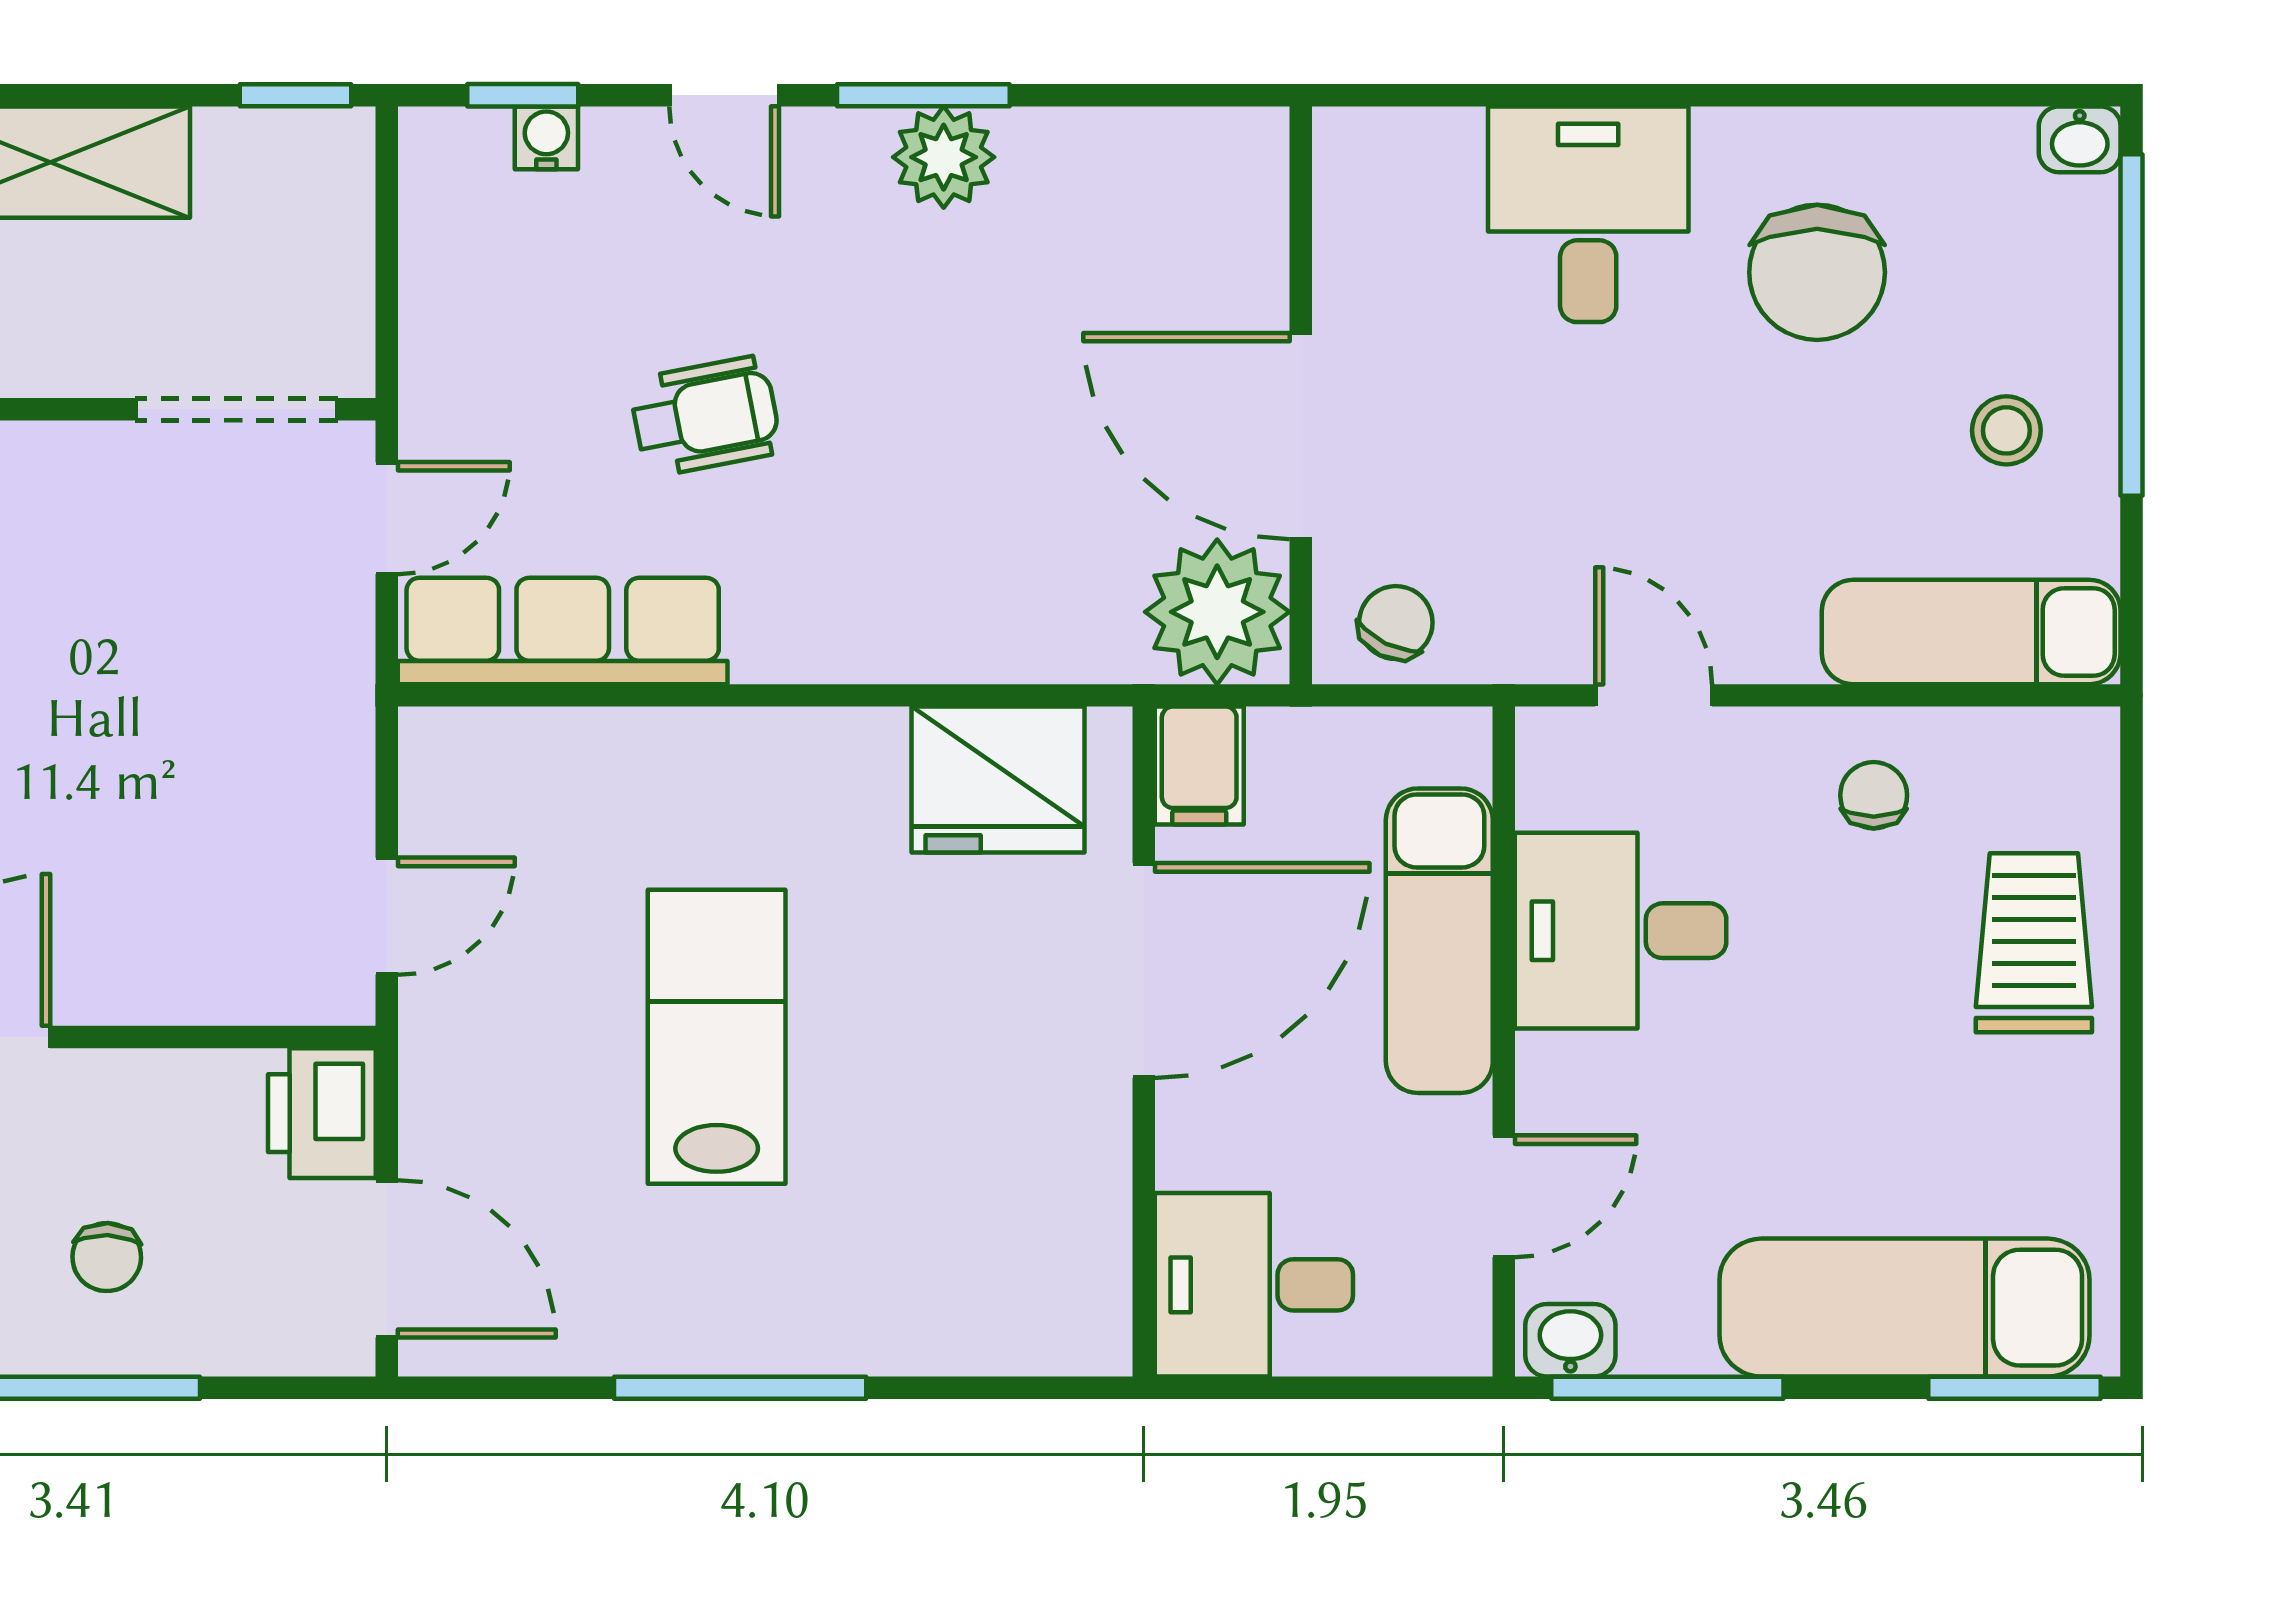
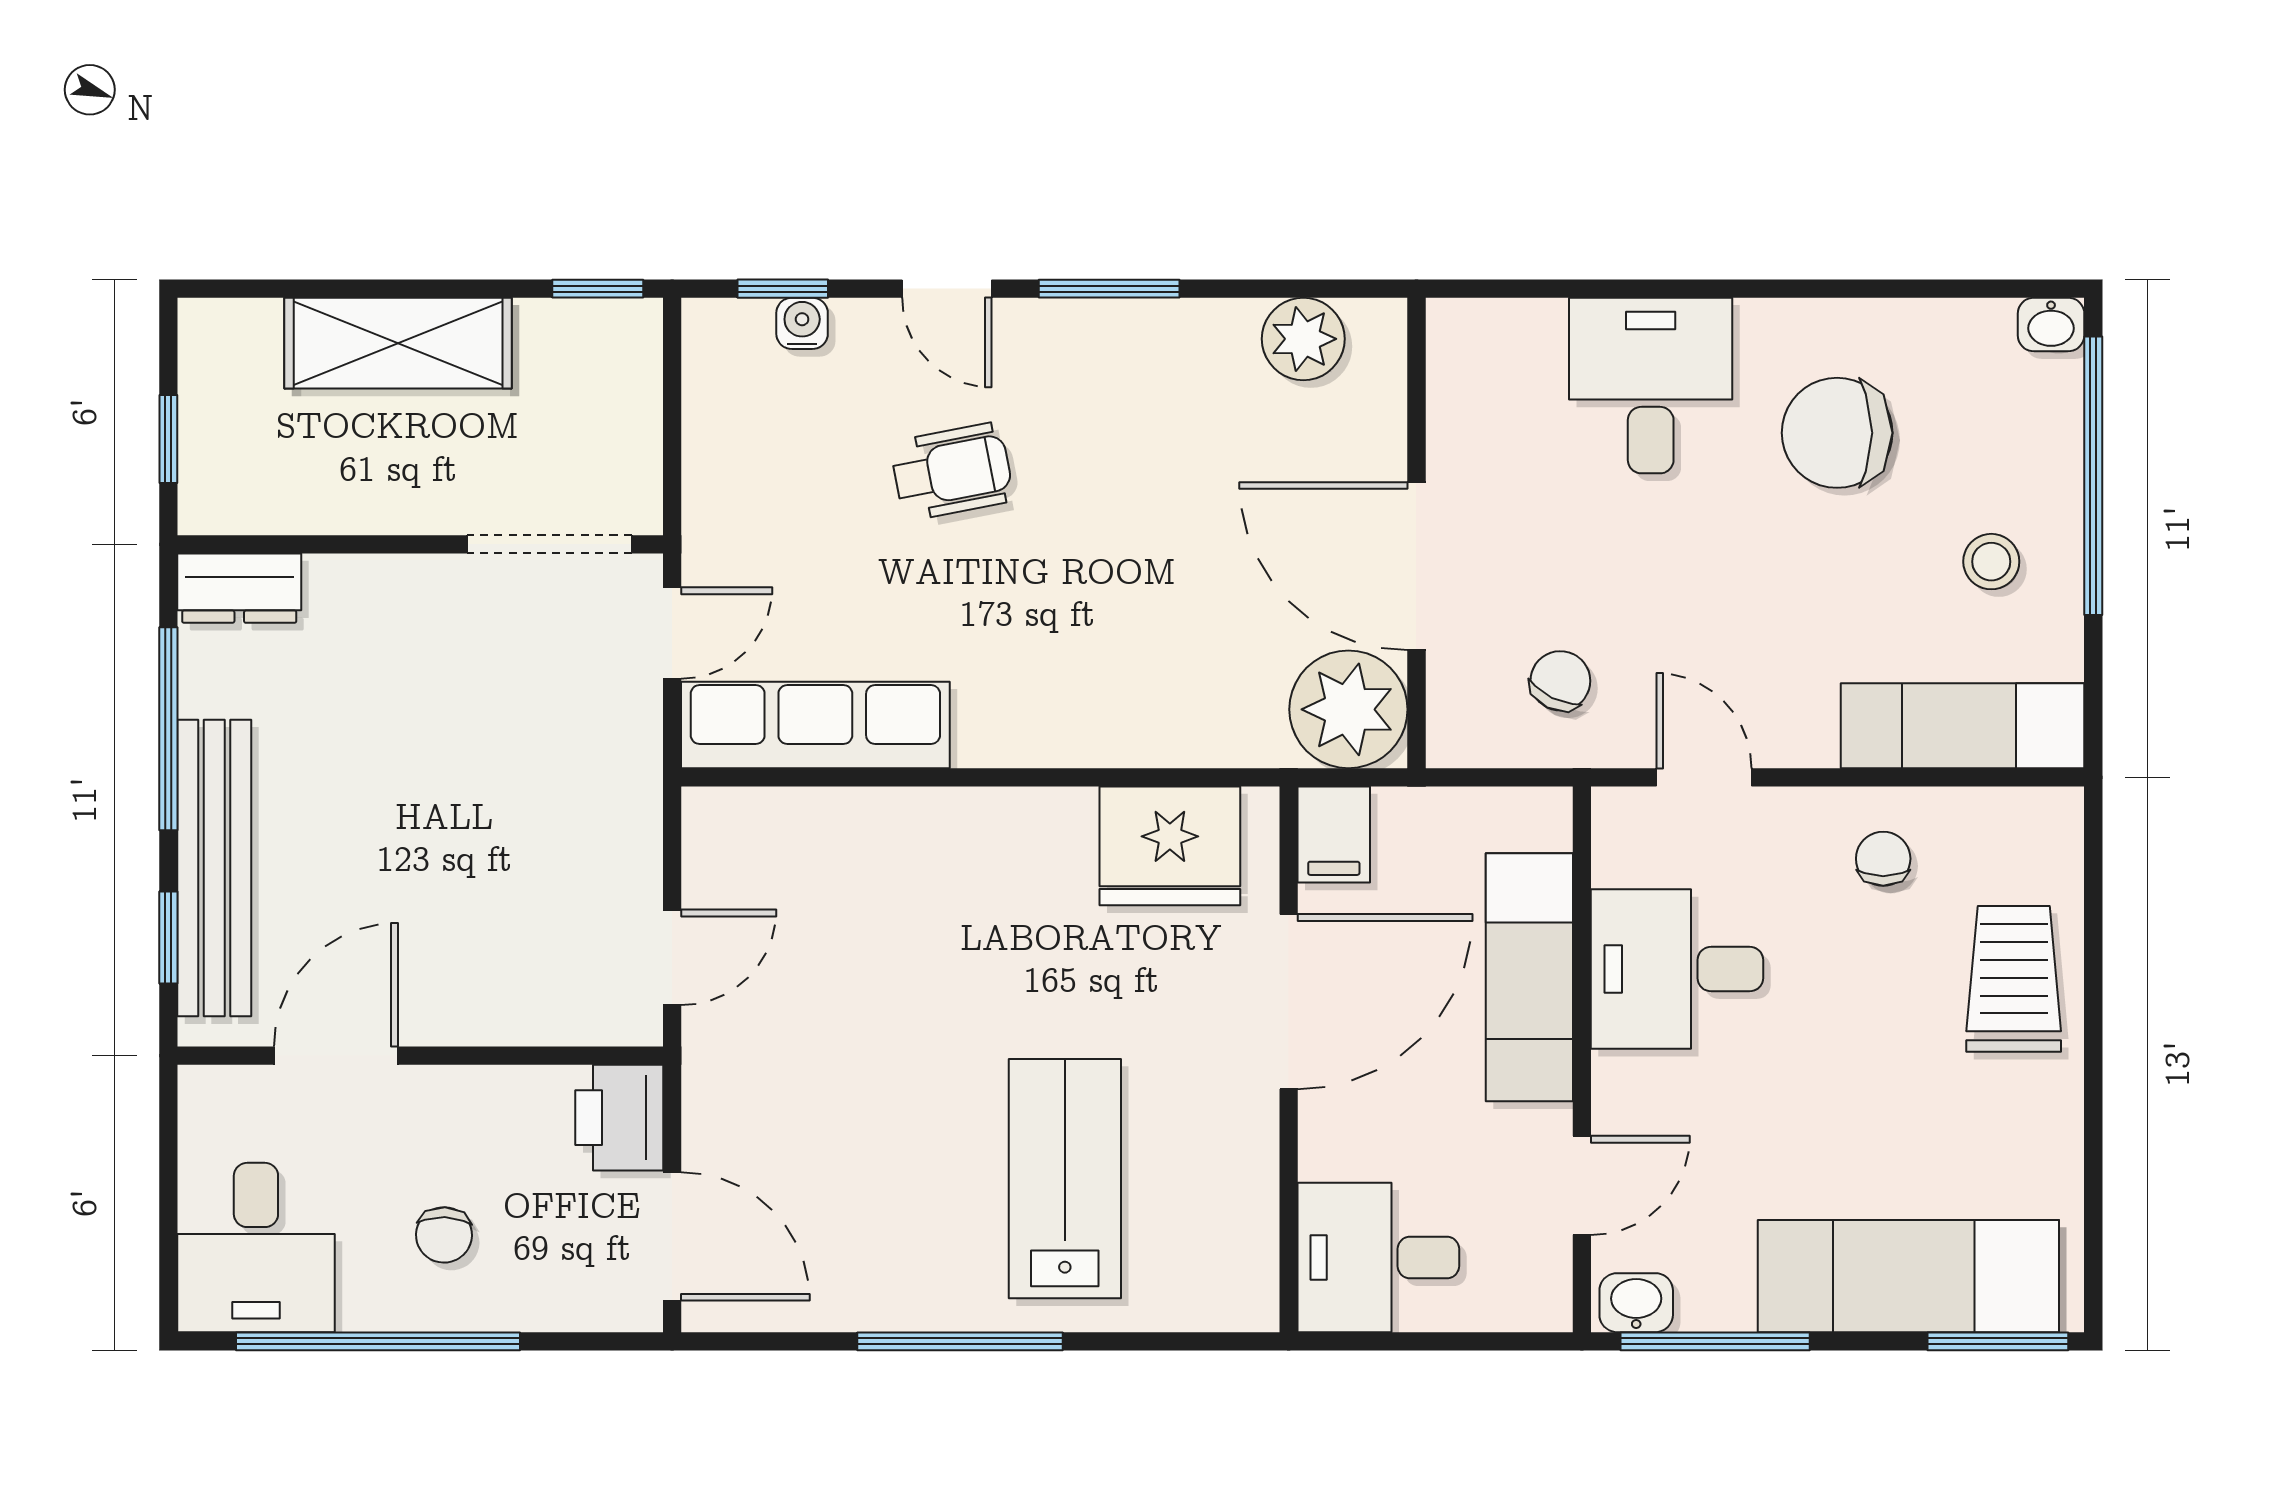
plant: (944, 157) -> (1303, 339), moved
chair: (1817, 272) -> (1837, 433), turned 90
wheelchair: (705, 416) -> (952, 472), moved
chair: (1396, 623) -> (1560, 681), moved
lab bench: (717, 1037) -> (1065, 1179), moved

